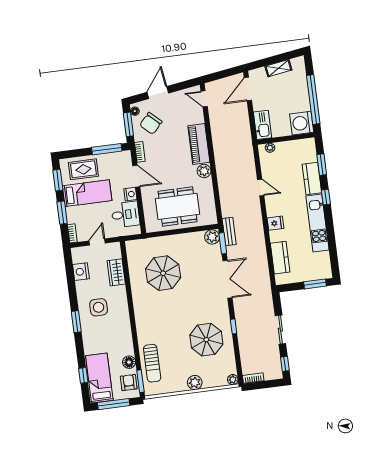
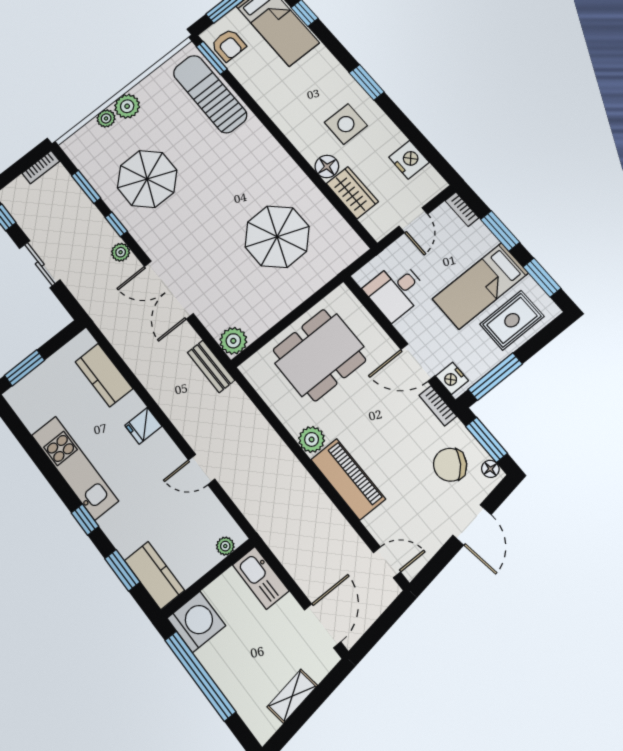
chair: (151, 123) -> (450, 465), turned -98
kitchen counter: (312, 179) -> (154, 575), moved
nightstand: (130, 194) -> (452, 378), moved
window: (223, 243) -> (86, 187), moved
plant: (239, 311) -> (121, 252), added
floor lamp: (129, 362) -> (327, 166), moved
sun lounger: (152, 363) -> (210, 94), width x1.36, depth x1.34
plant: (233, 380) -> (106, 118), moved

